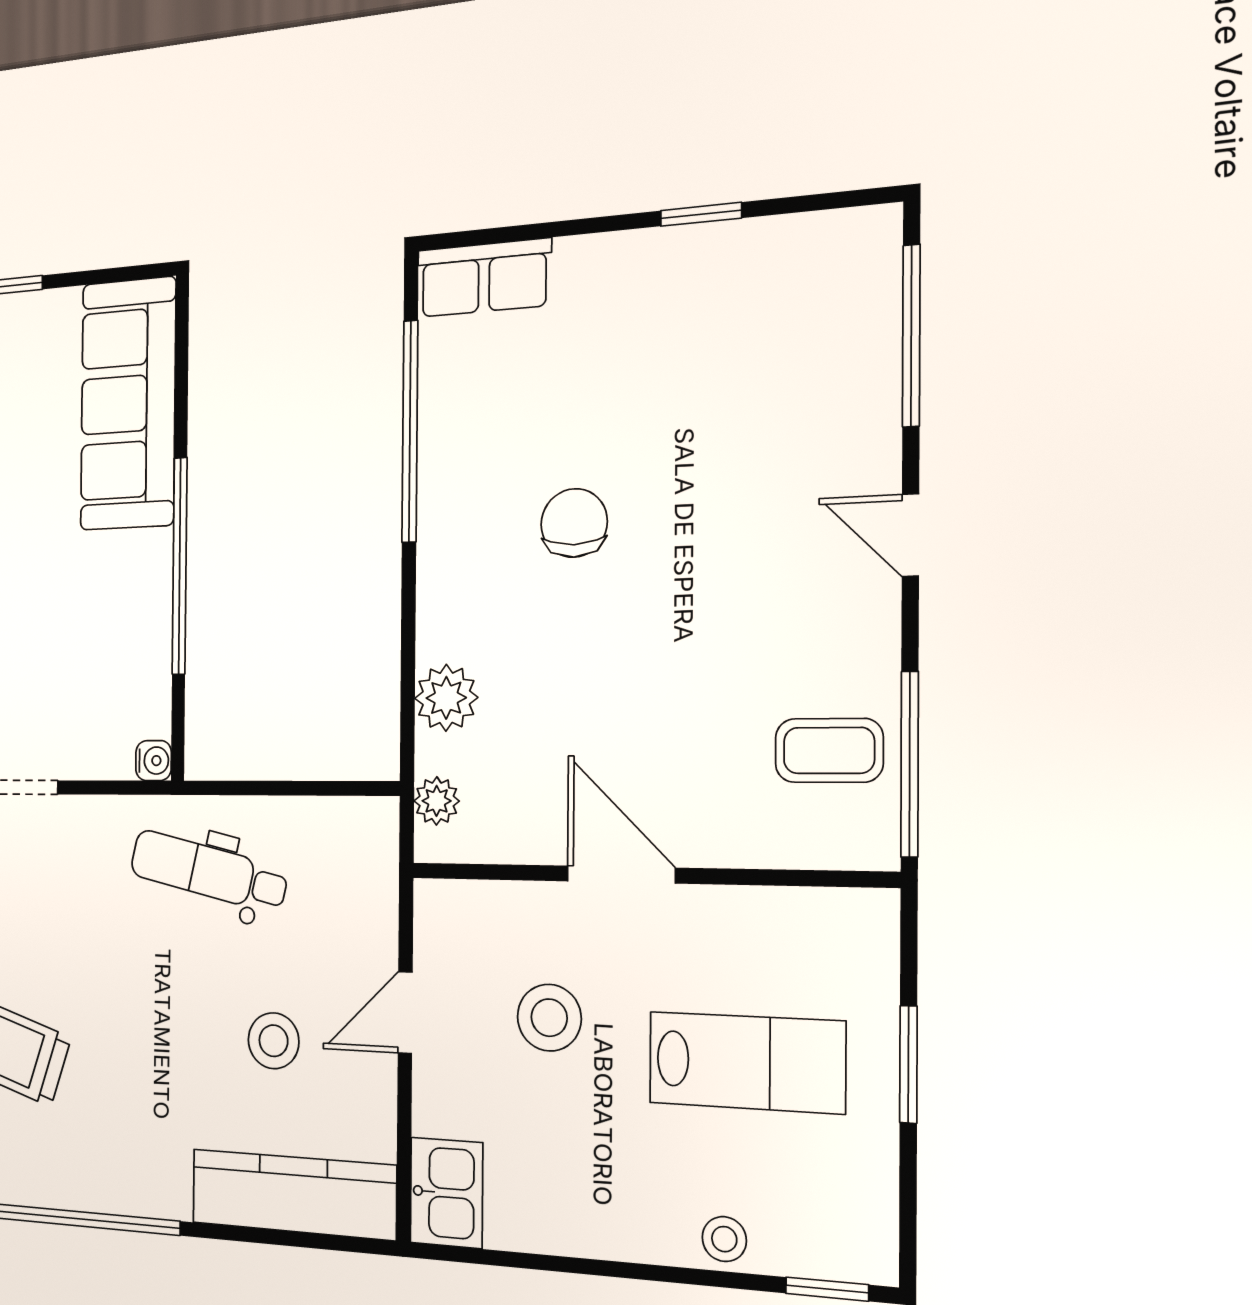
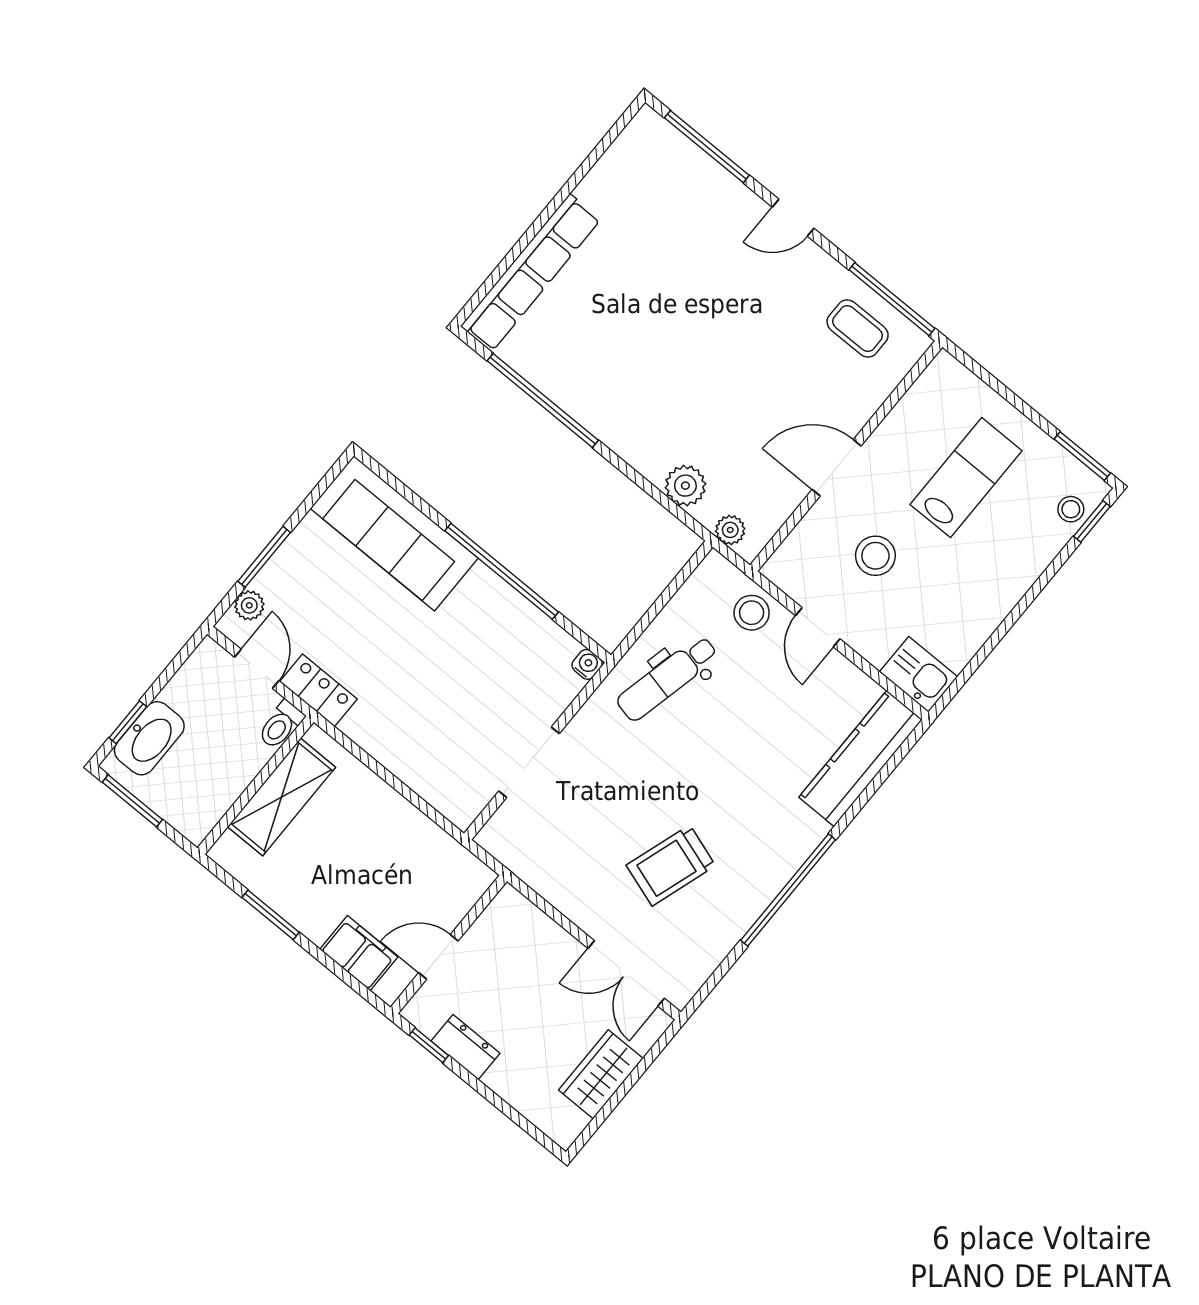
window: (701, 214) -> (568, 188), removed
row of seats: (484, 278) -> (531, 273), width x2.02
chair: (574, 523) -> (657, 358), removed
coffee table: (829, 750) -> (858, 329), turned 90
stool: (274, 1041) -> (752, 613), moved
window: (908, 1064) -> (1082, 456), moved
stool: (724, 1239) -> (1071, 509), moved

